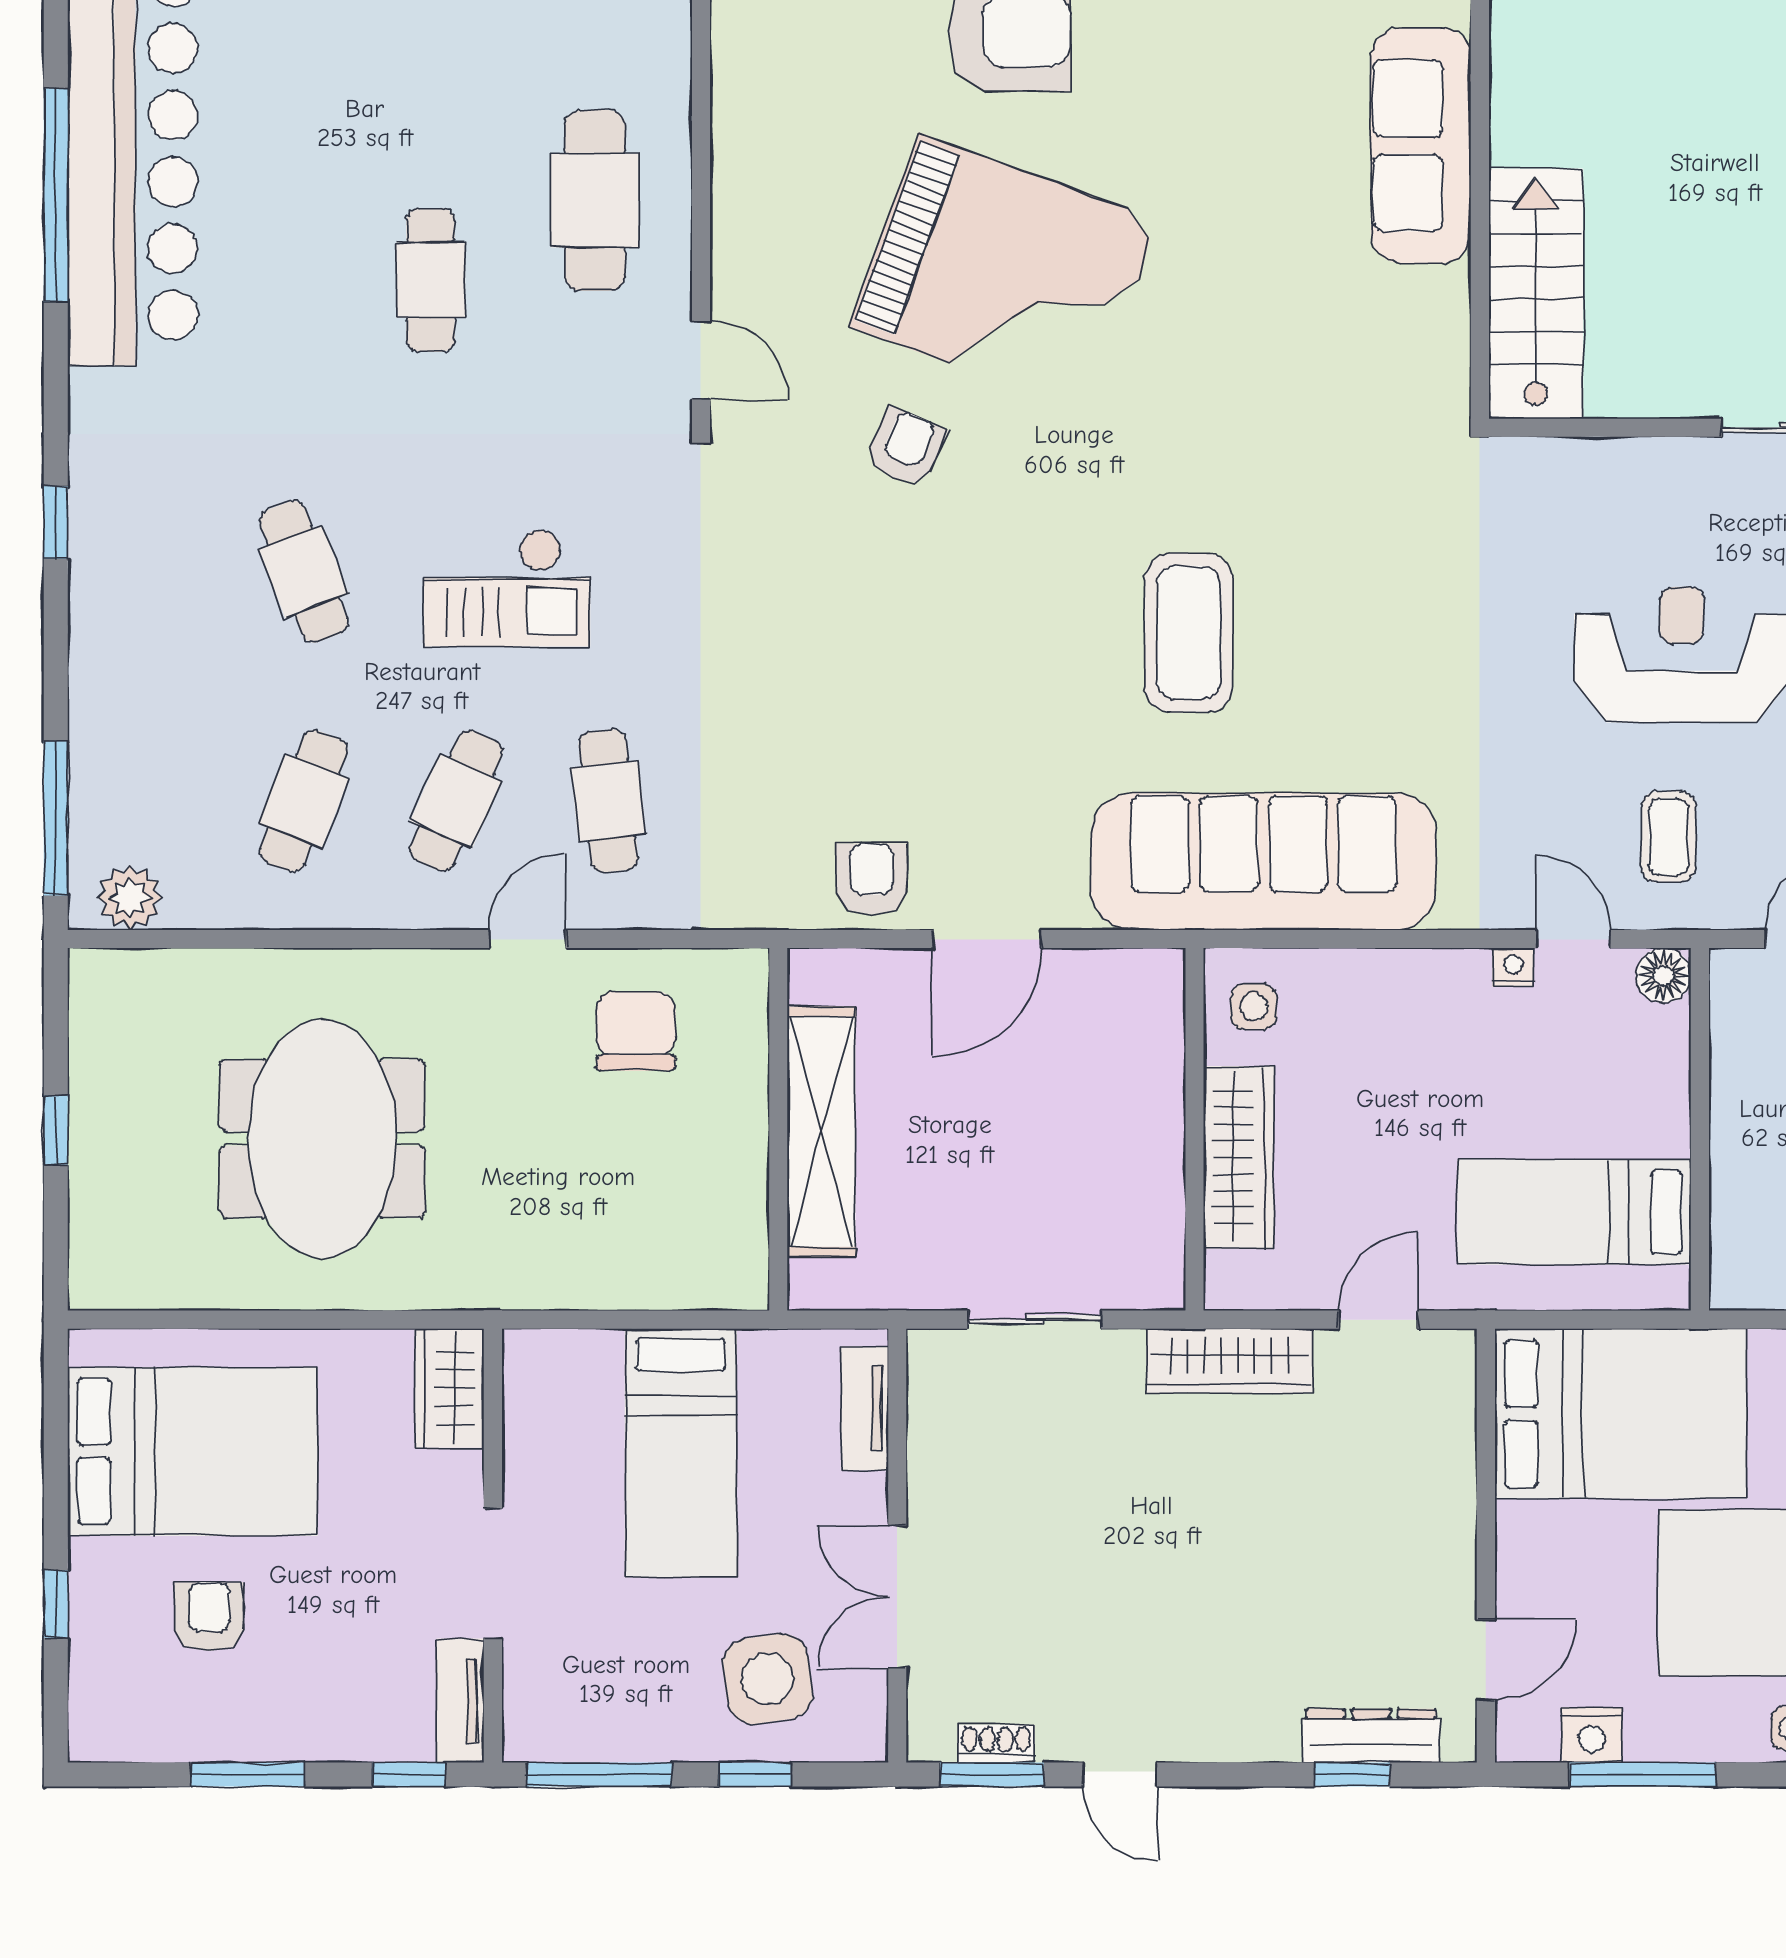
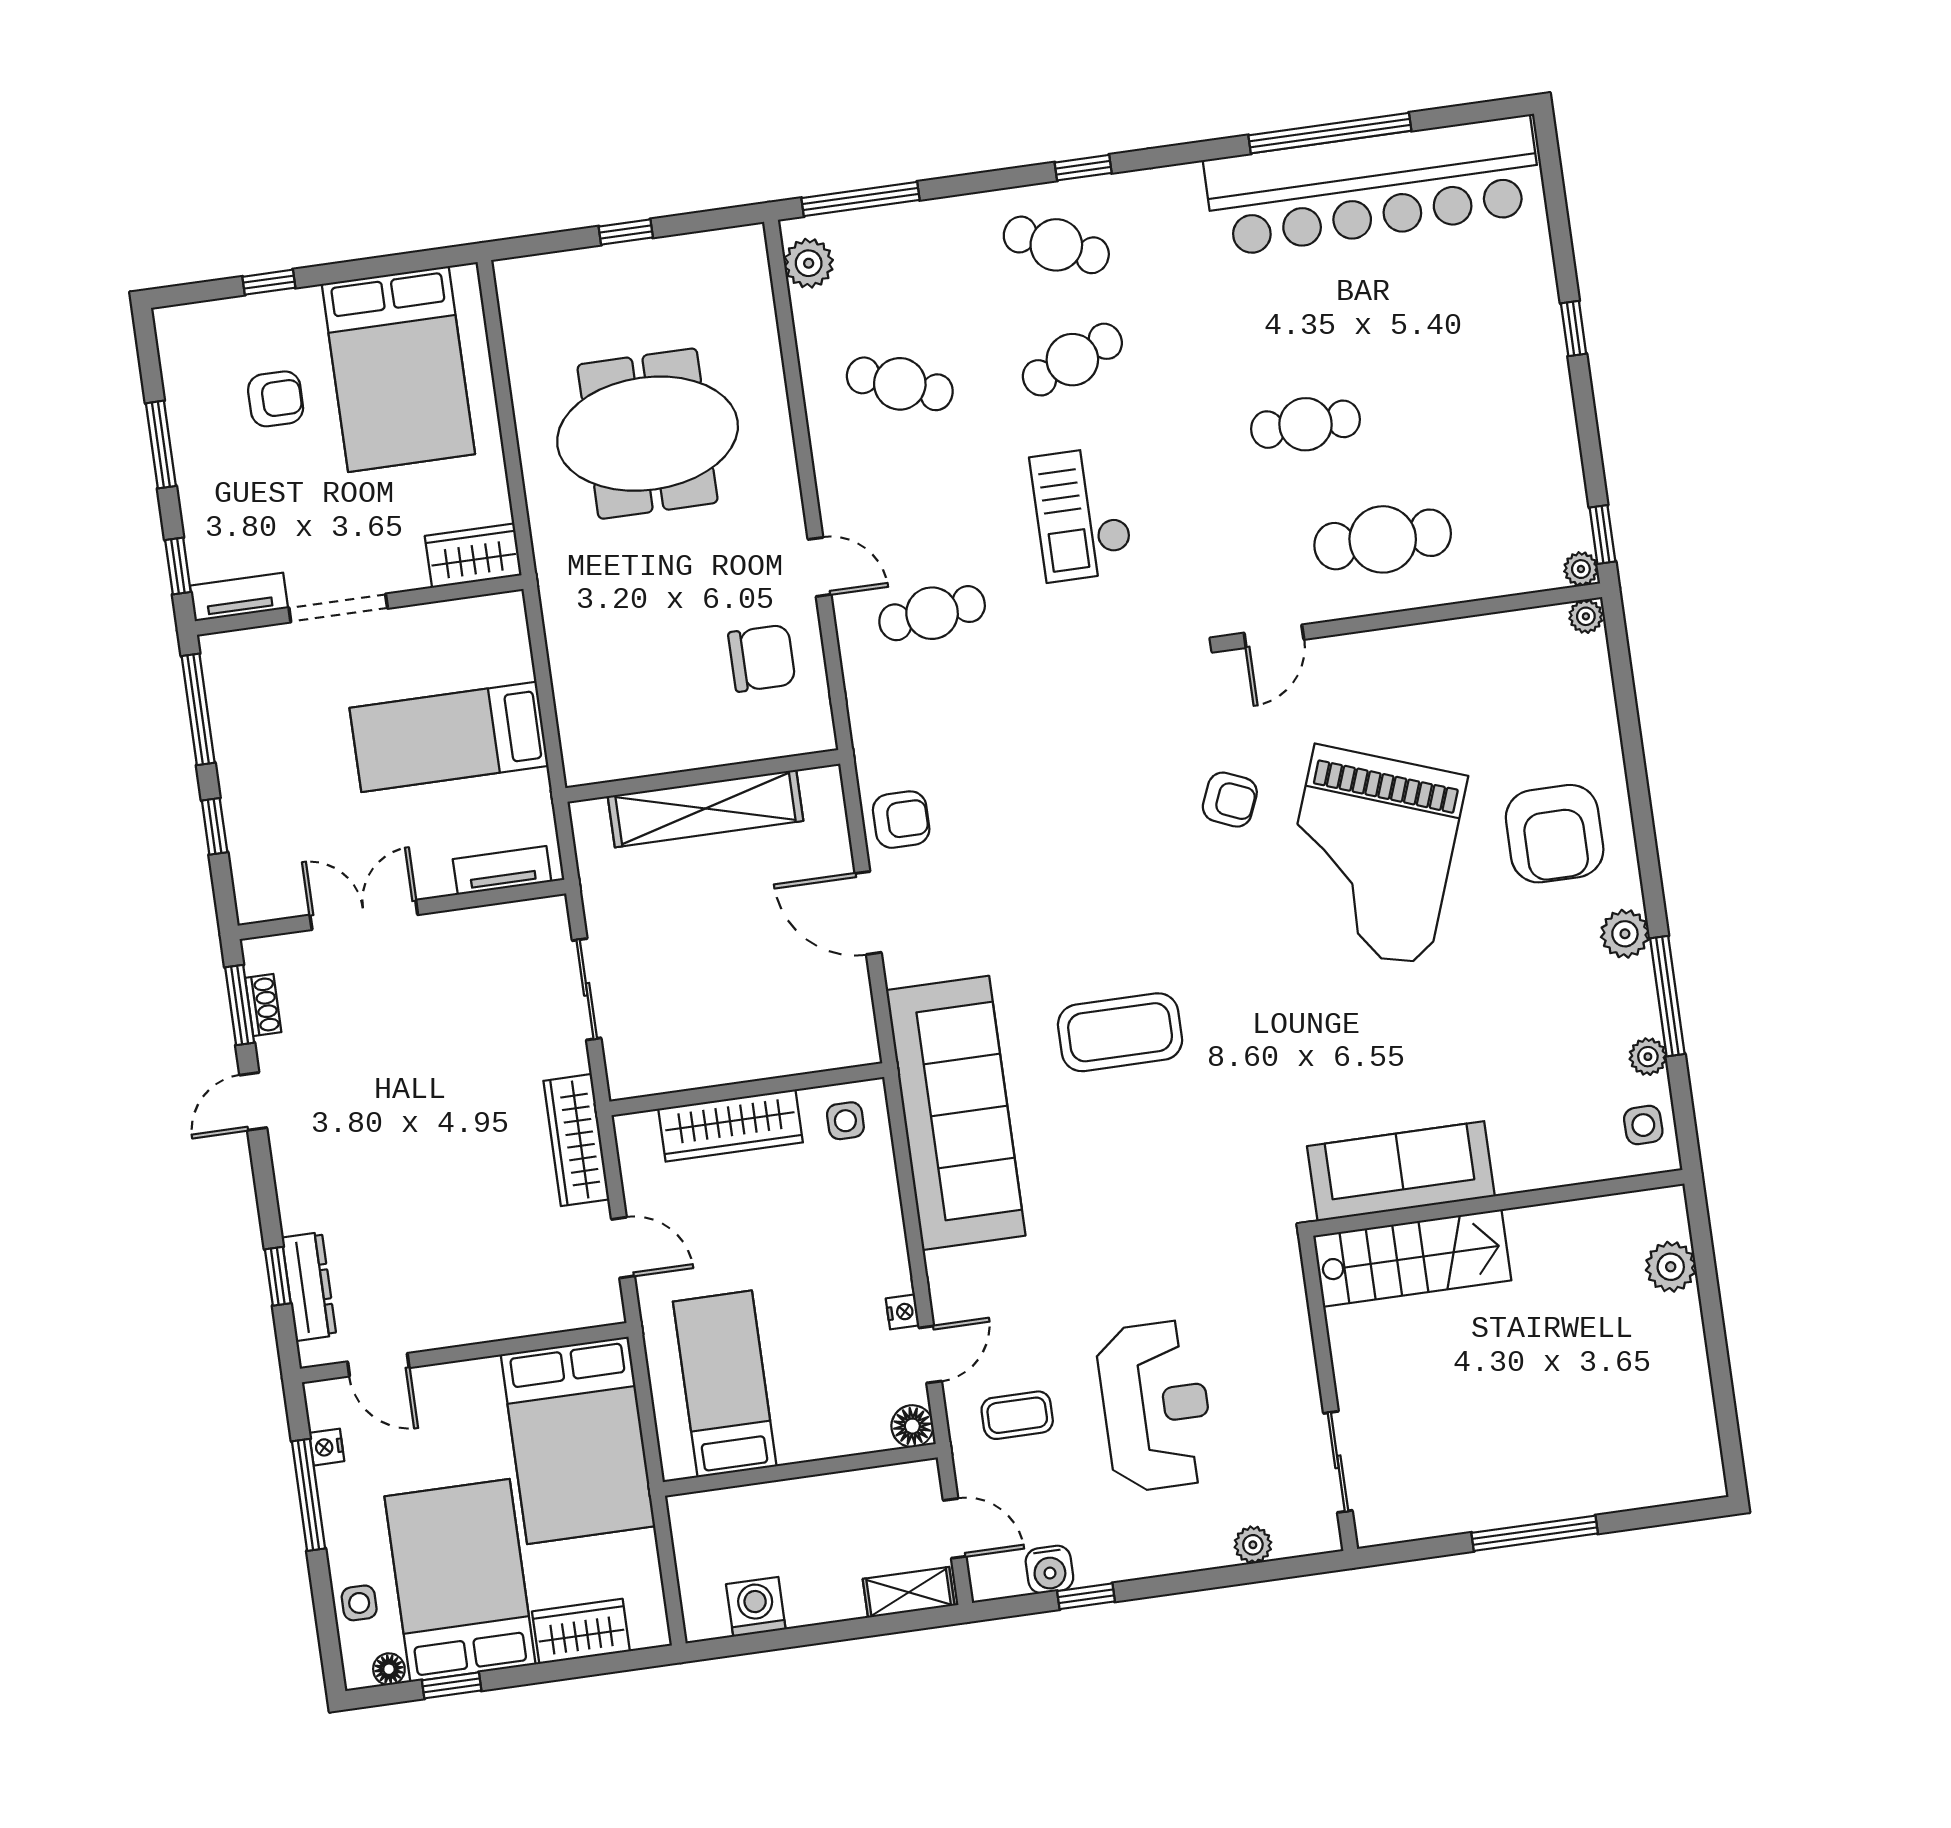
sofa: (1421, 146) -> (1401, 1171), moved
cafe table: (456, 801) -> (1056, 245), moved
side table: (768, 1679) -> (288, 826), removed
nightstand: (1592, 1735) -> (327, 1447), width x0.72, depth x0.74

